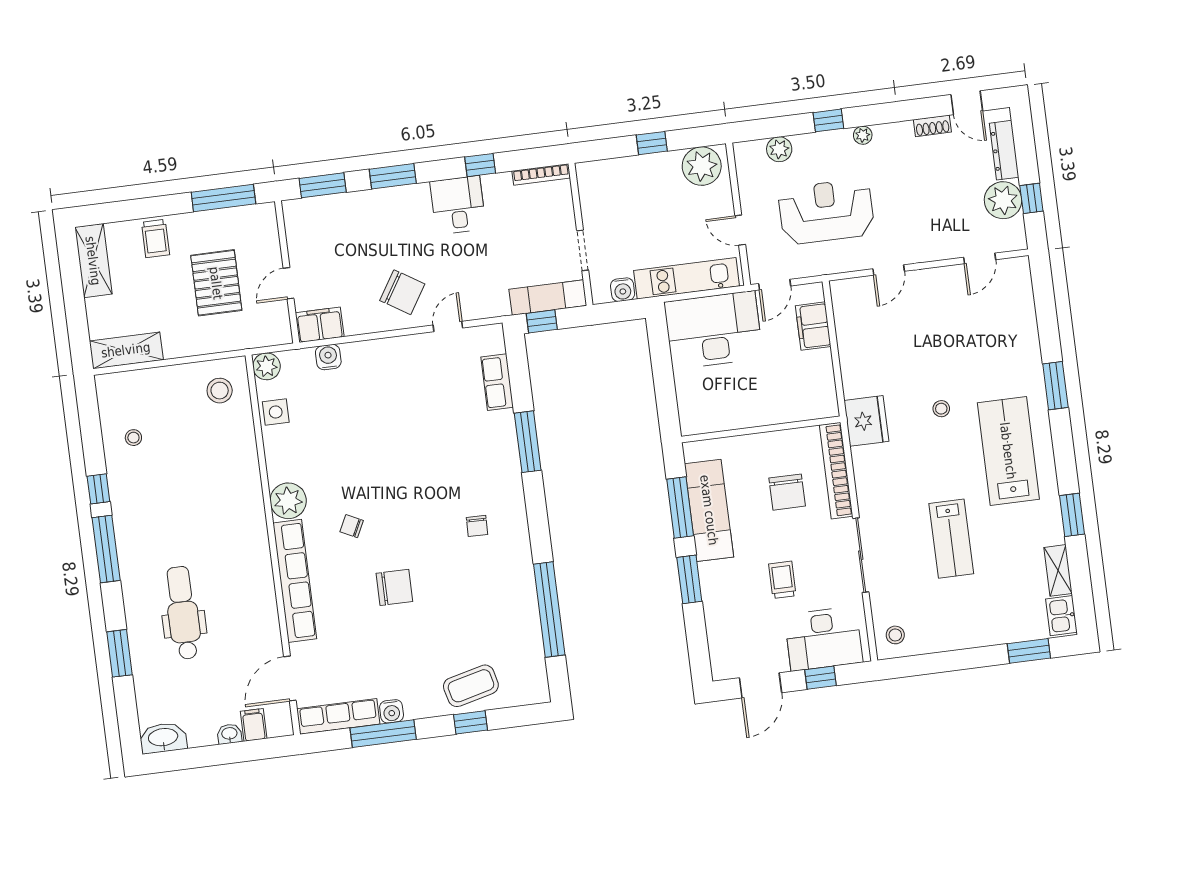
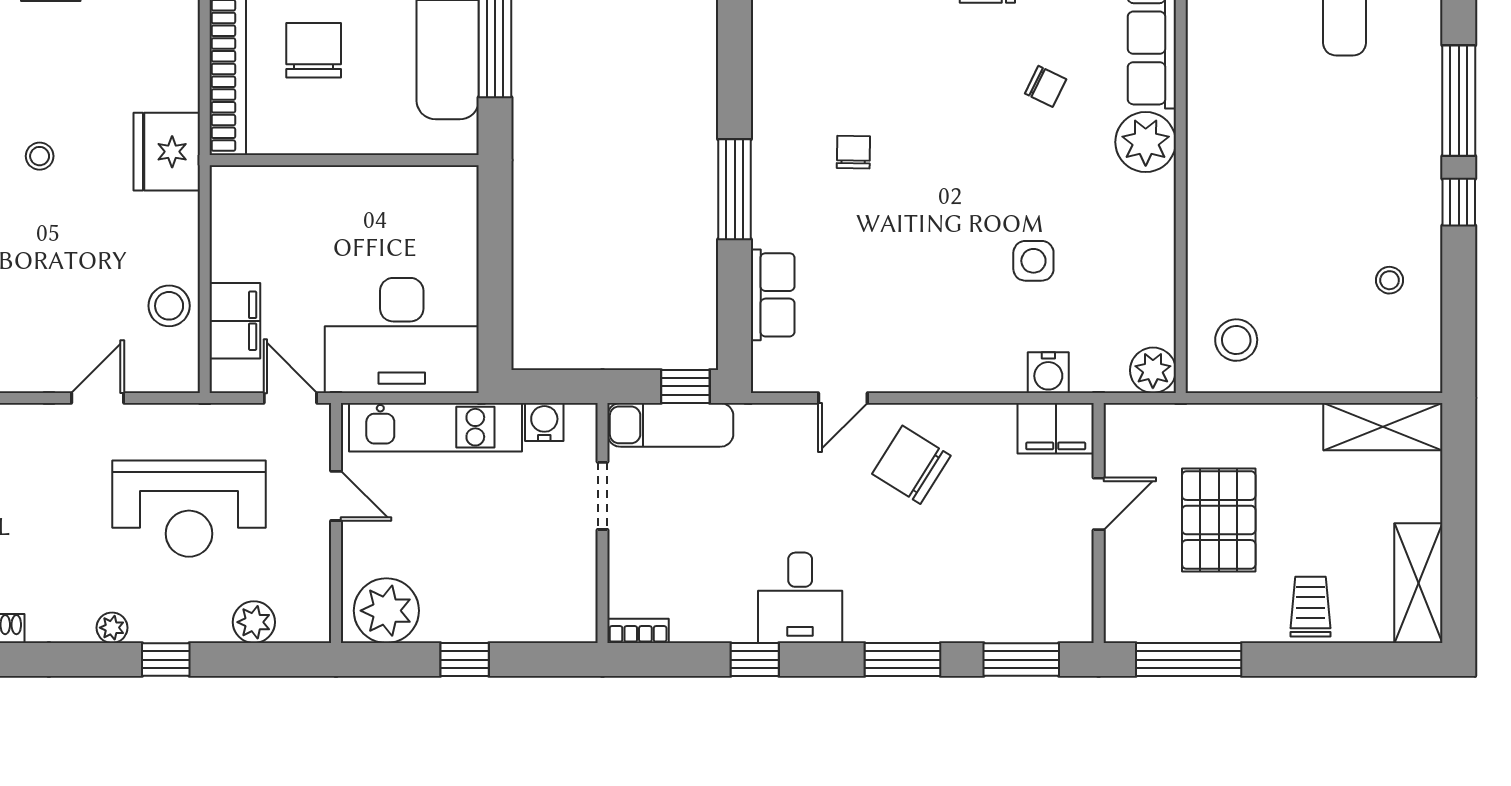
bookcase: (541, 174) -> (638, 631), width x0.64
door: (775, 285) -> (290, 398), hinge flipped
stool: (853, 330) -> (169, 306), added
side table: (276, 412) -> (1033, 261), moved
chair: (477, 526) -> (853, 152), moved

